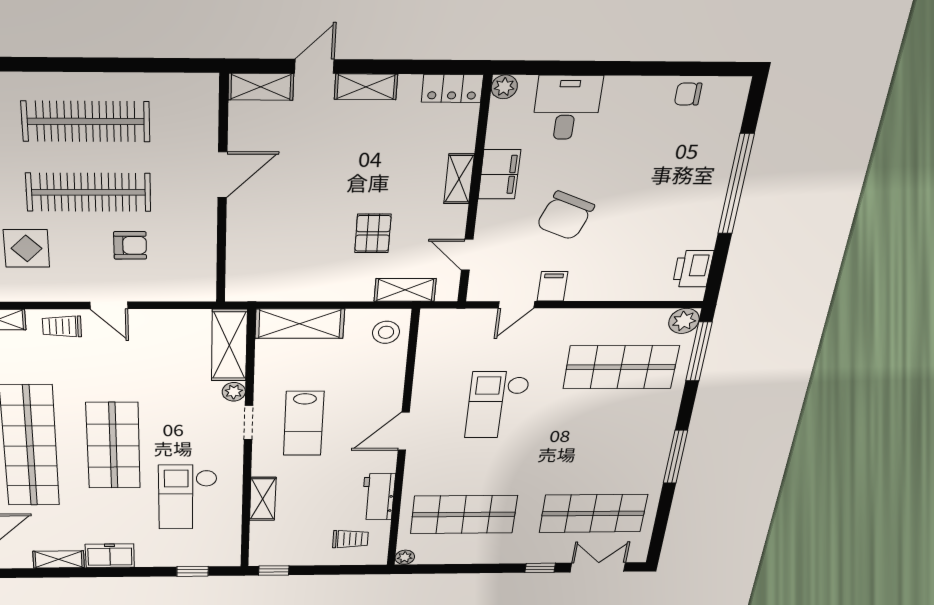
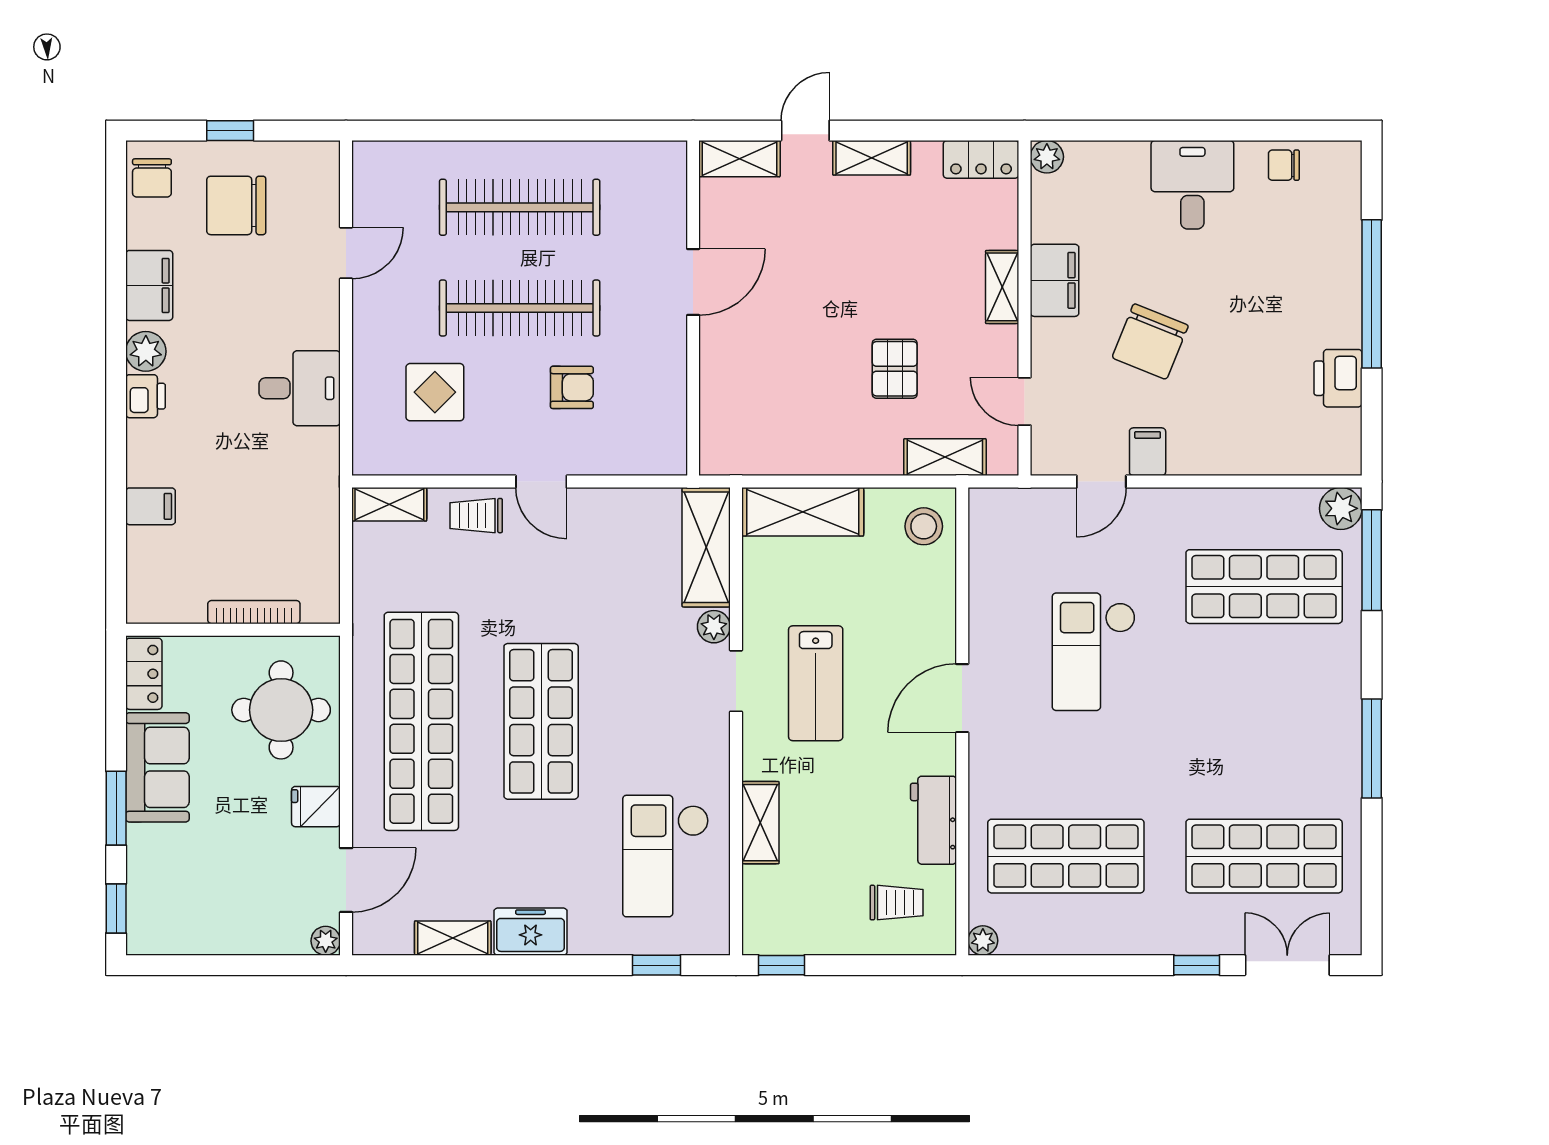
desk: (567, 108) -> (1192, 185), moved
printer: (693, 269) -> (1338, 378), moved
checkout: (188, 497) -> (666, 856), moved

